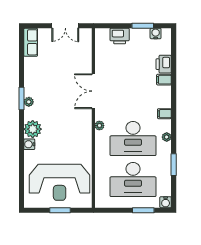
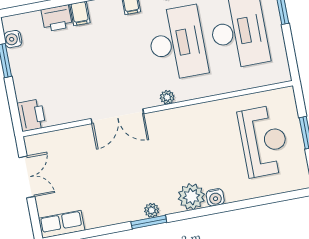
printer: (120, 36) -> (31, 115), moved
reception desk: (60, 182) -> (264, 141), width x0.74, depth x0.77

